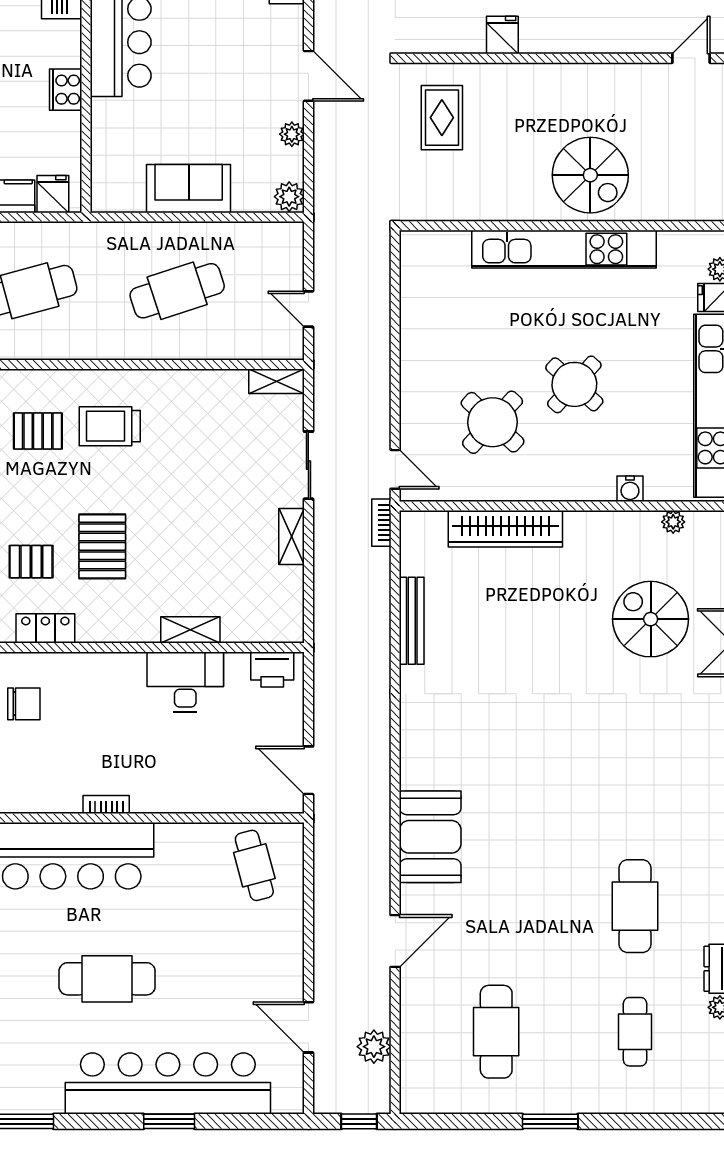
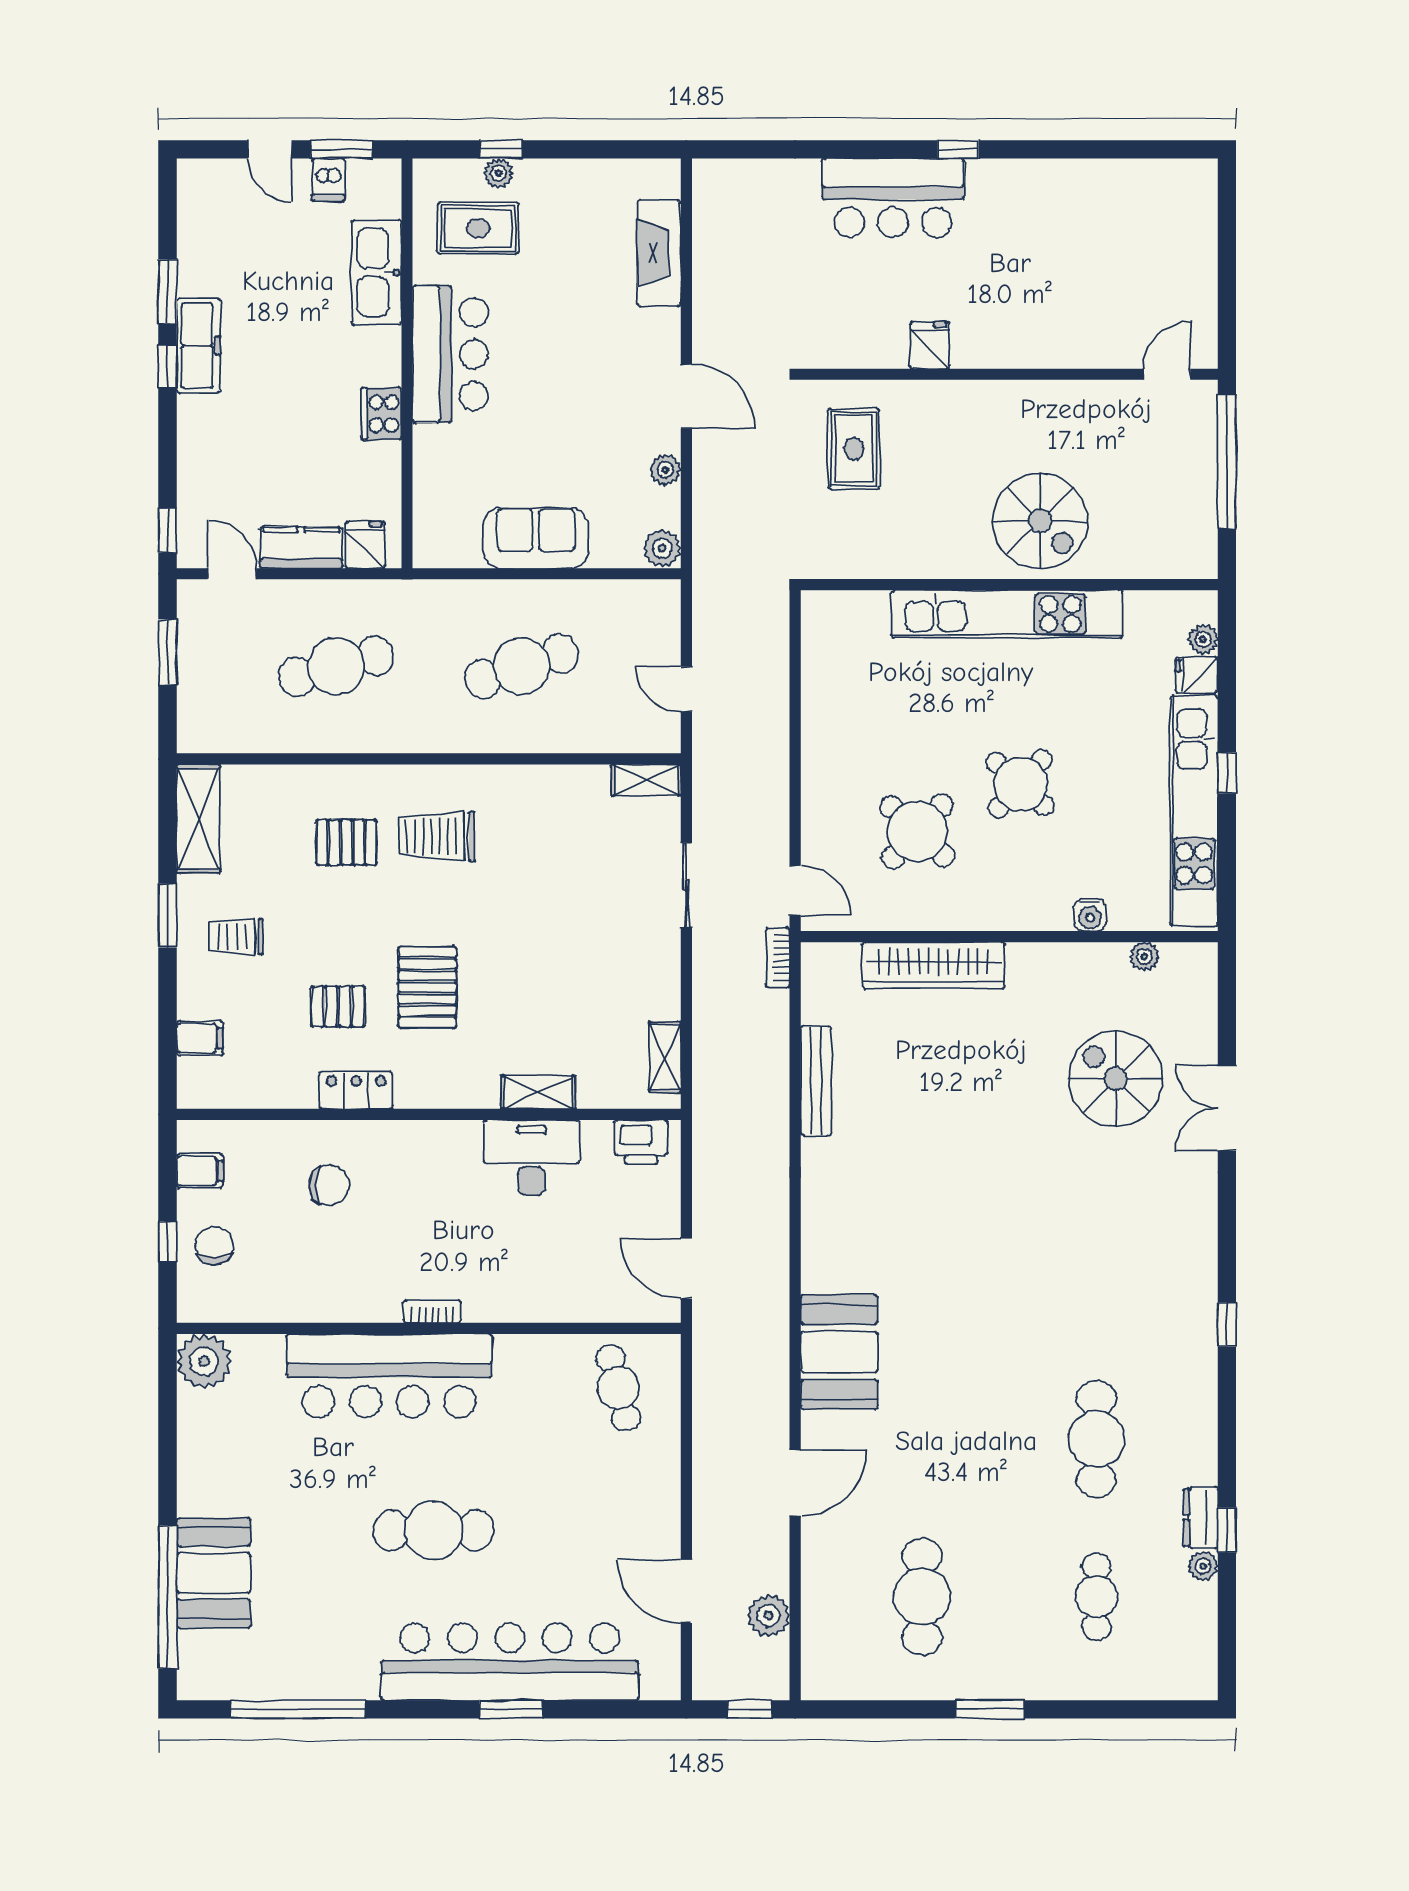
shelving: (292, 537) -> (665, 1057), moved

